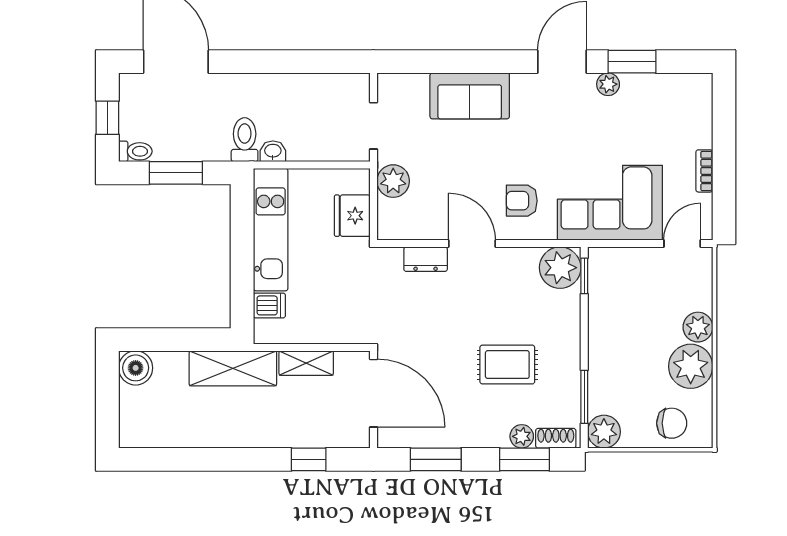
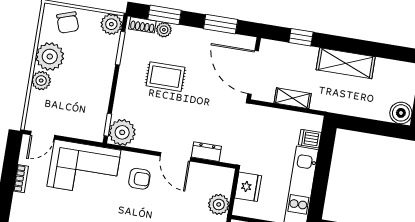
shelving: (233, 368) -> (346, 63), moved
chair: (672, 423) -> (68, 23), turned -109

